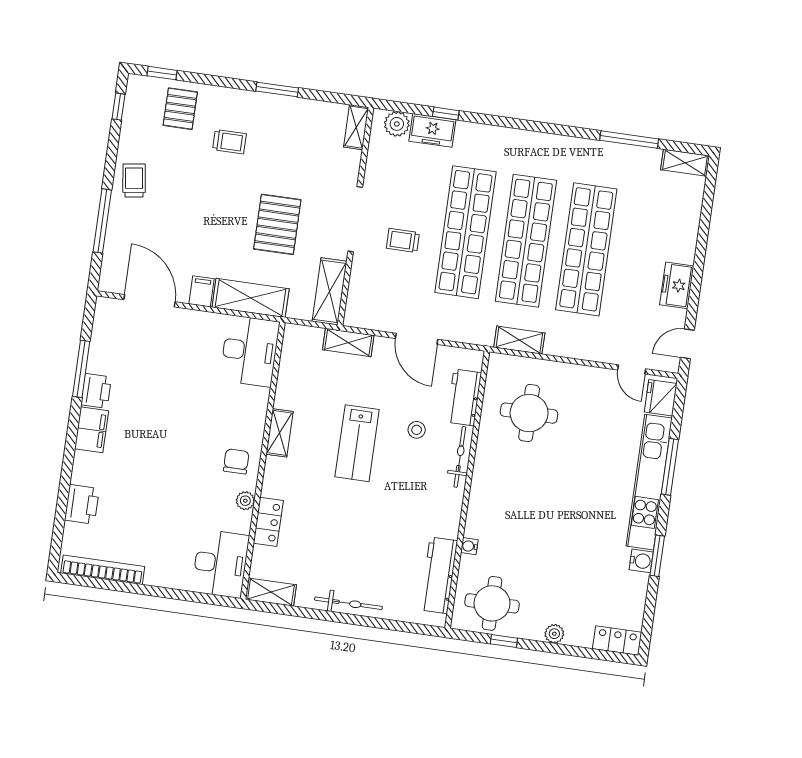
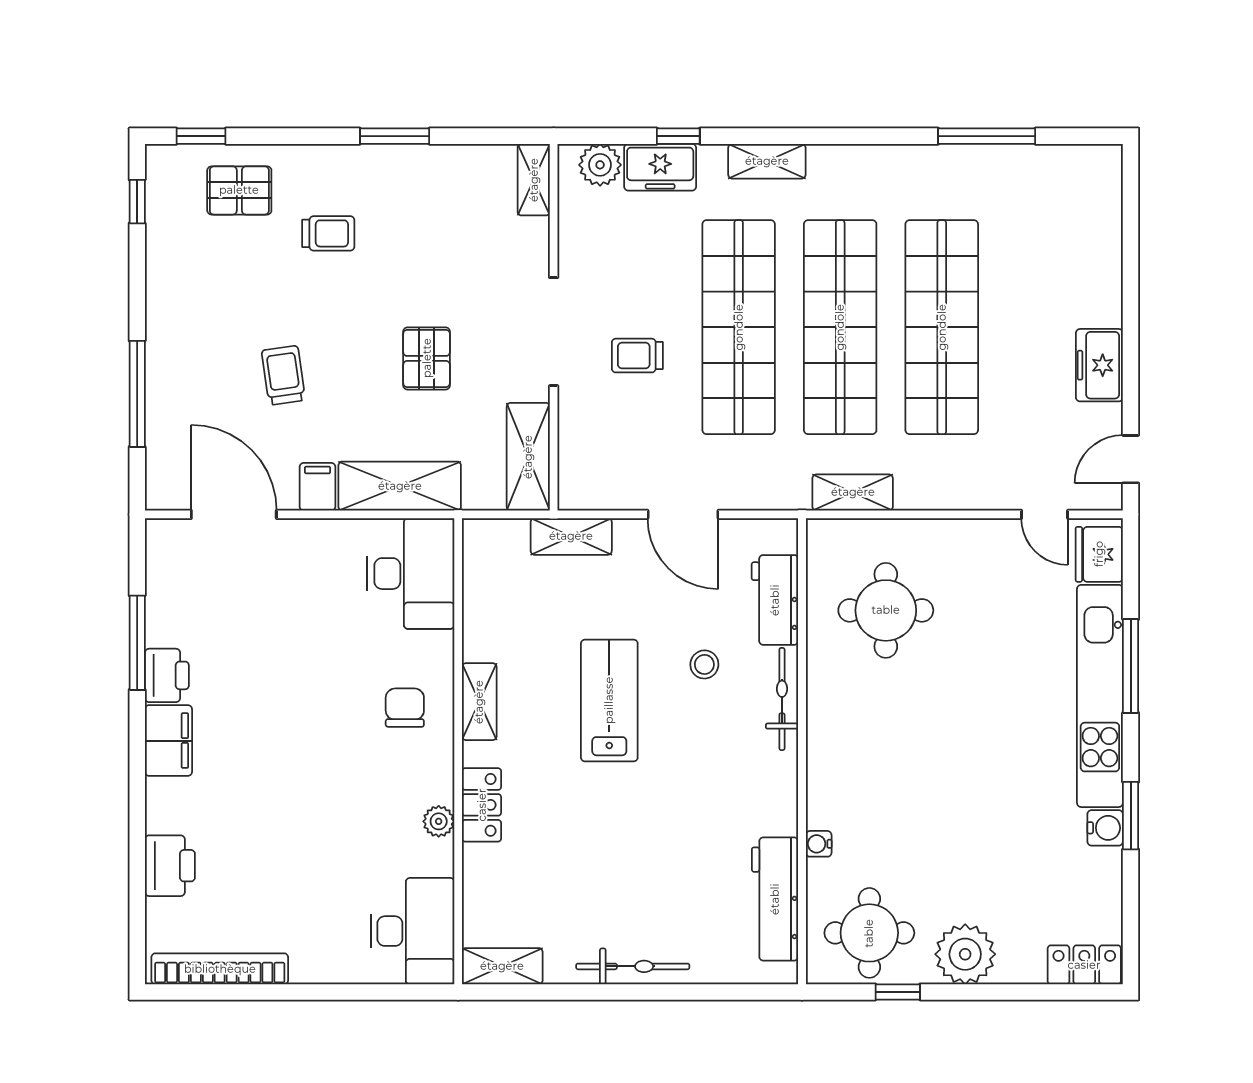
pallet: (180, 109) -> (239, 190), turned 90
shelving: (685, 163) -> (767, 161), moved
trolley: (134, 181) -> (283, 375), moved
pallet: (277, 224) -> (427, 358), width x0.67, depth x0.71
lab bench: (357, 443) -> (609, 700), turned 180
chair: (236, 461) -> (405, 708), moved
locker: (268, 522) -> (482, 805), moved
plant: (554, 634) -> (965, 954), width x1.87, depth x1.87

